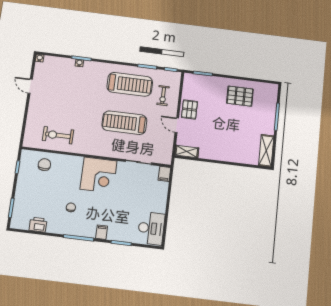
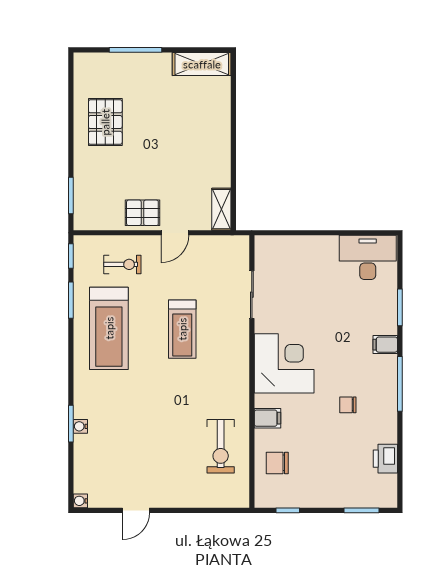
treadmill: (130, 84) -> (109, 328), turned 180
treadmill: (124, 123) -> (182, 329), width x0.73, depth x0.73
filing cabinet: (164, 174) -> (267, 418), moved

